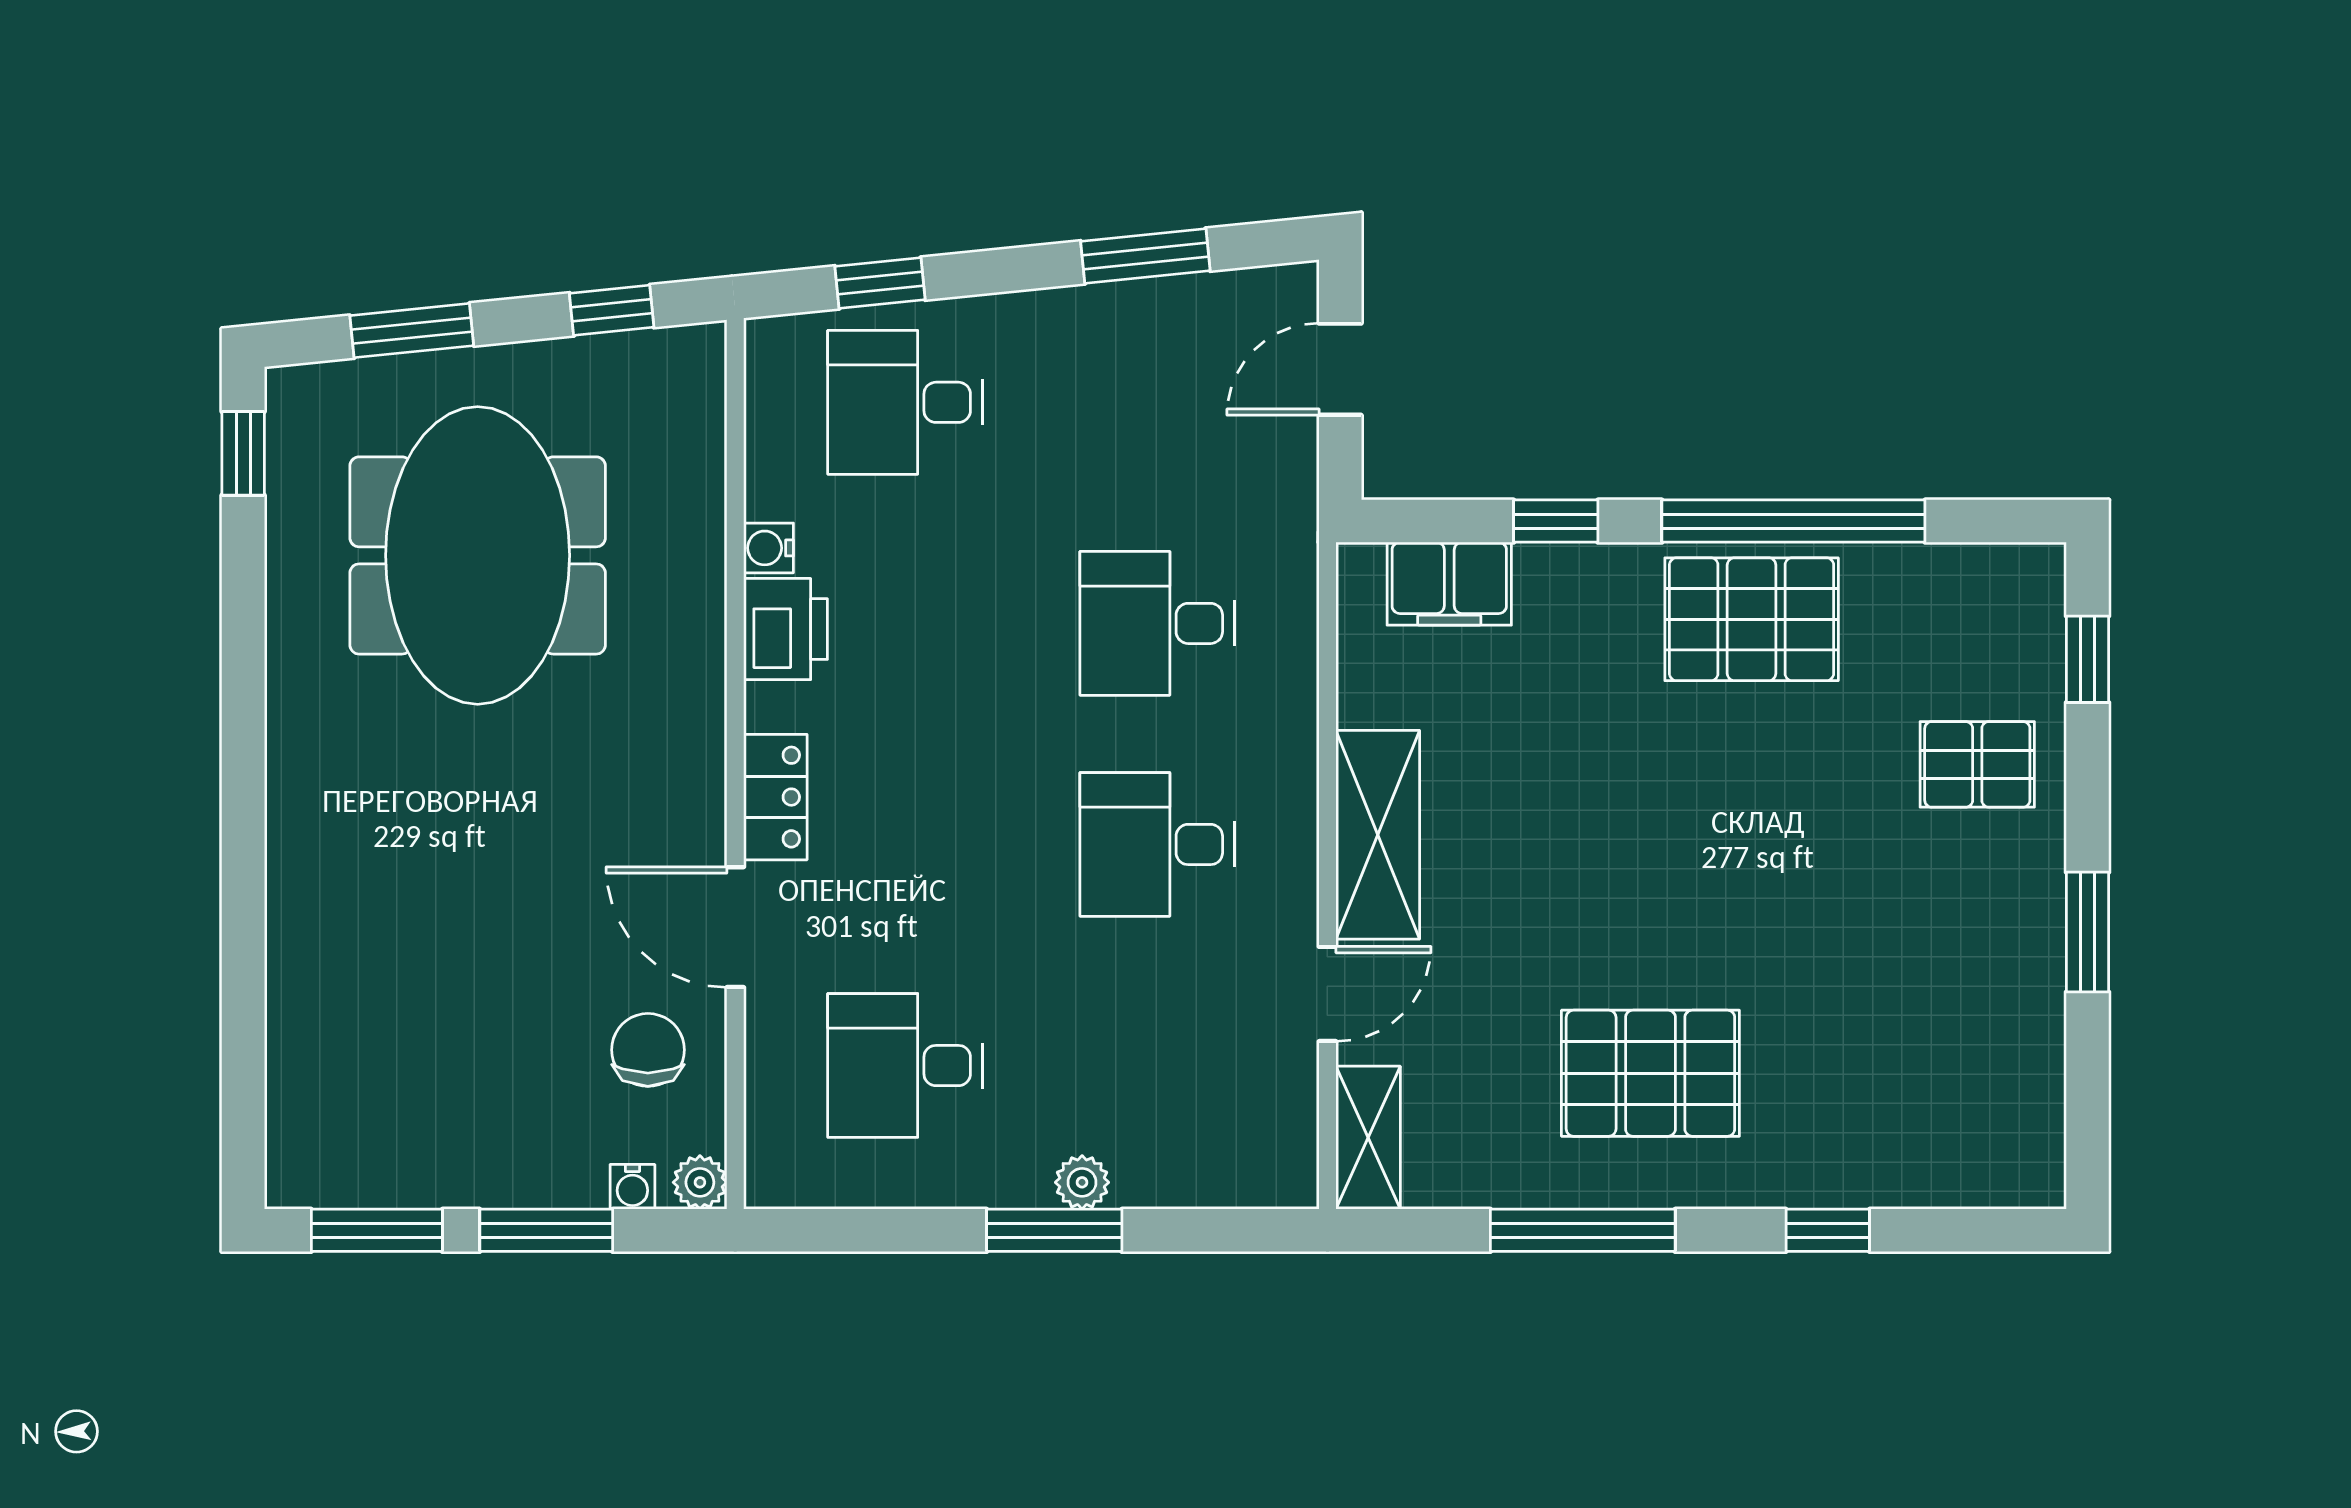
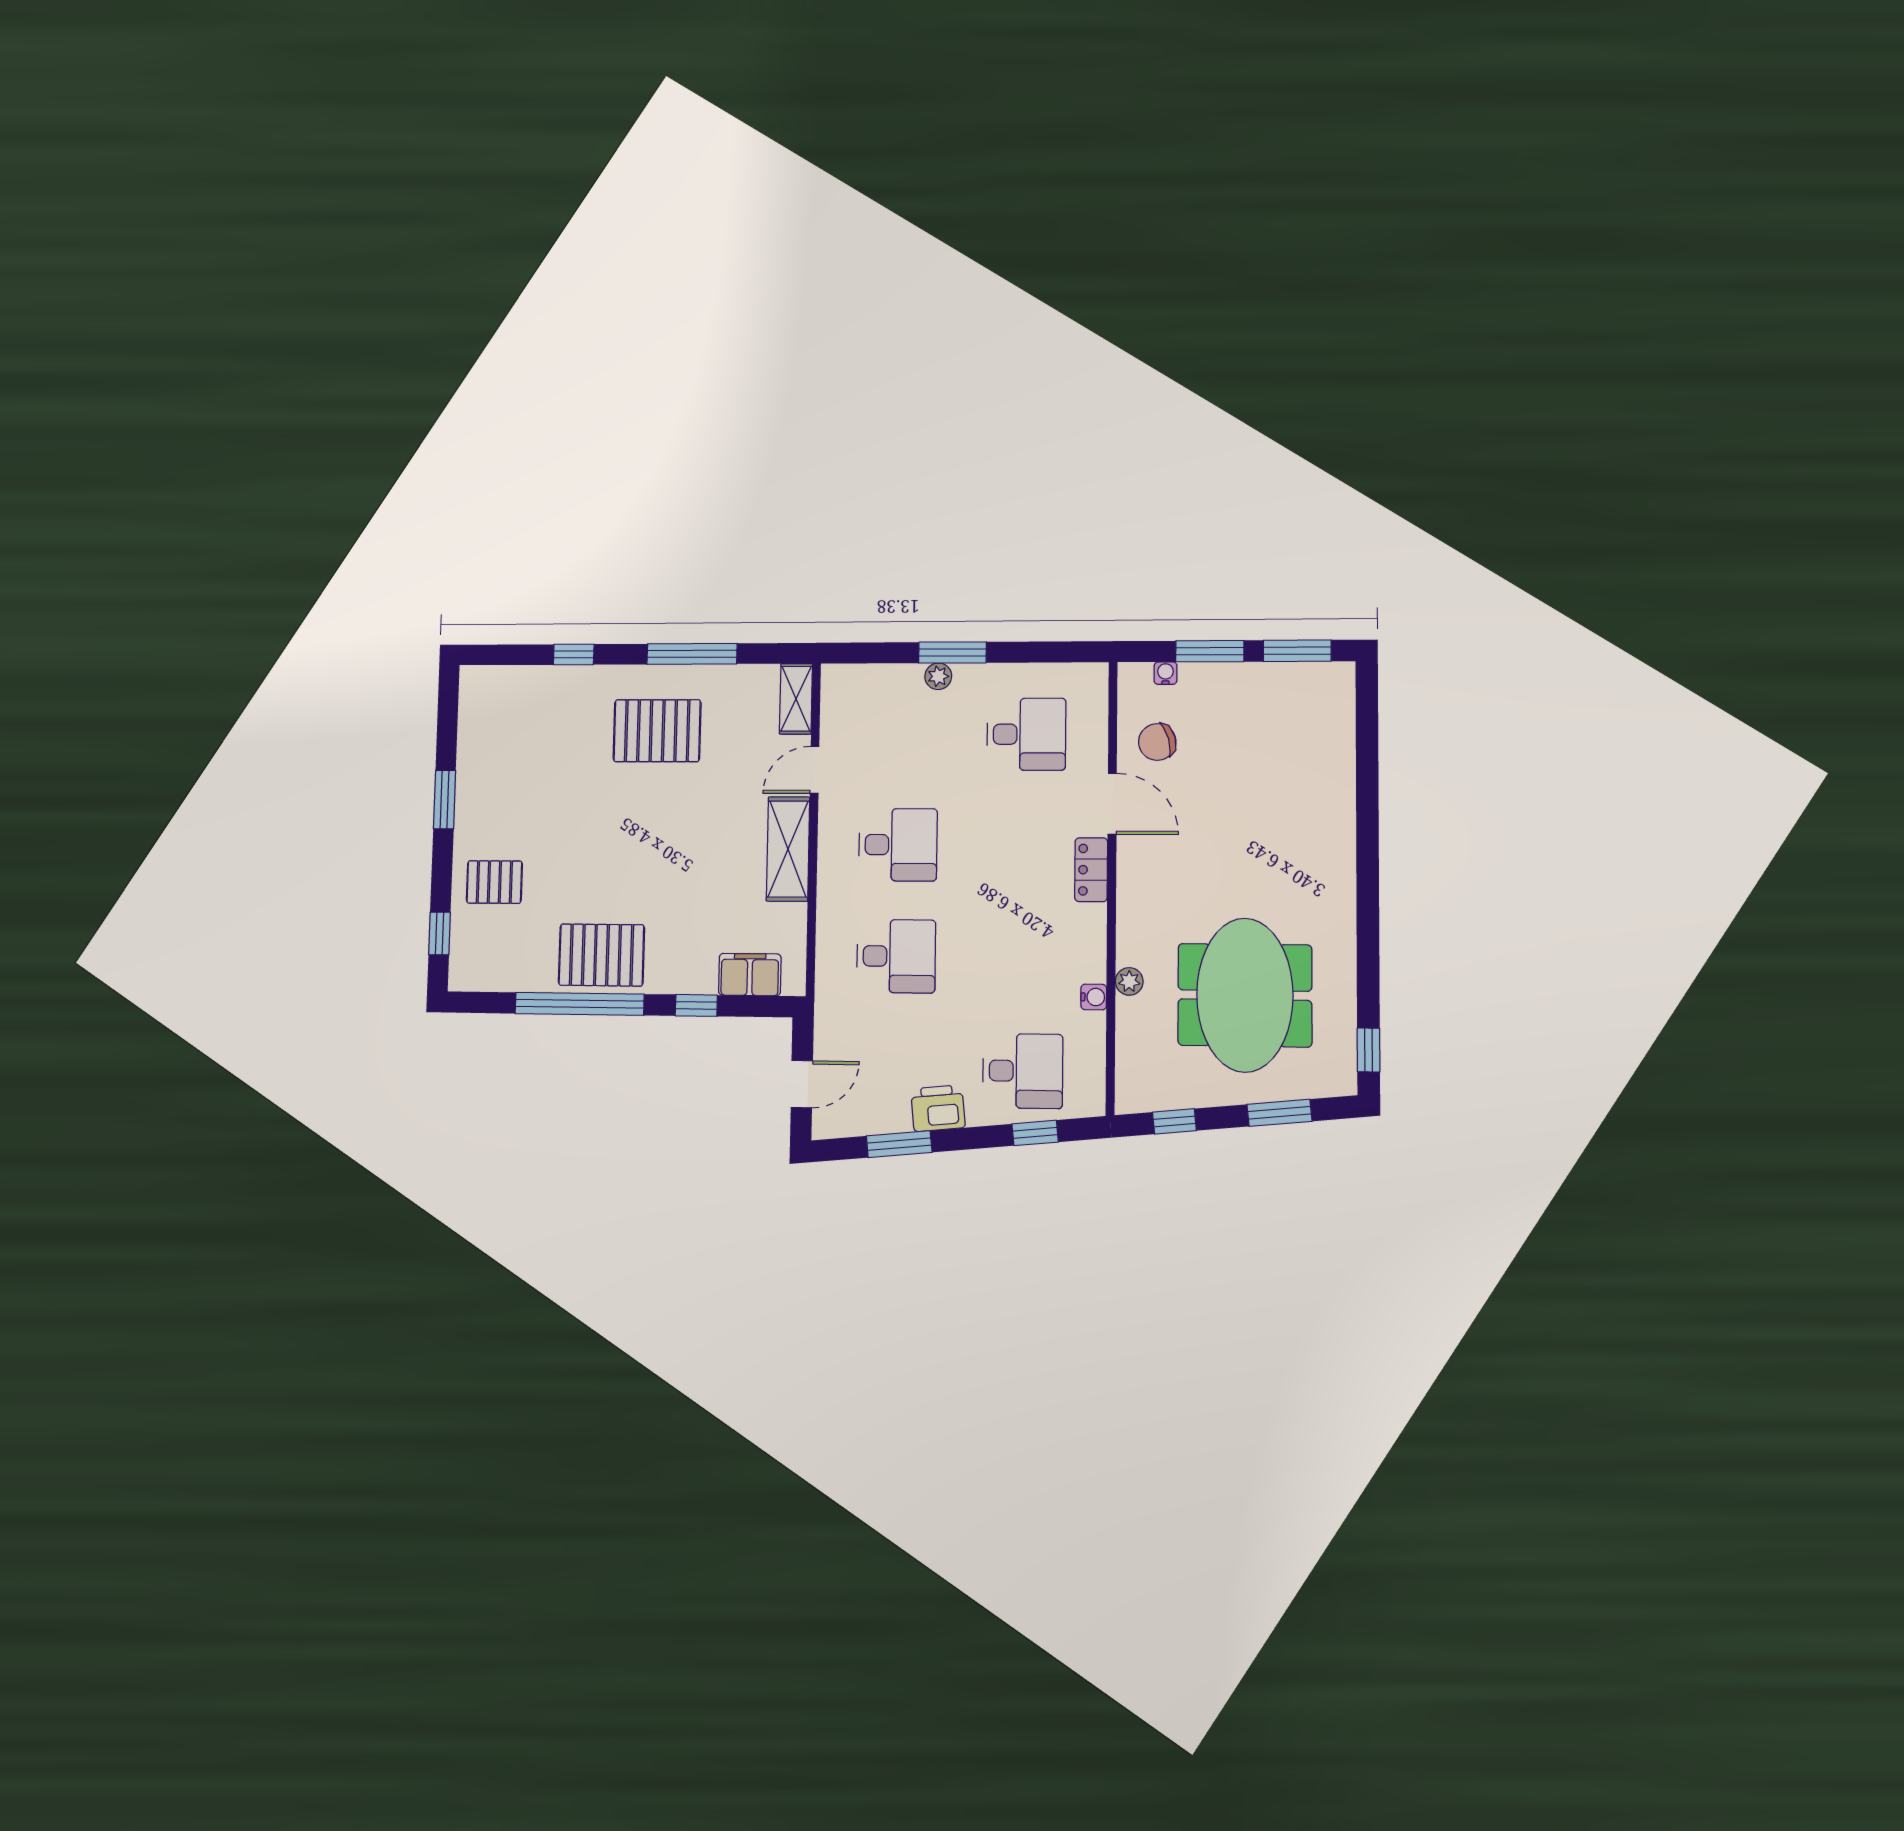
printer: (786, 629) -> (938, 1108), moved, turned 84
chair: (648, 1050) -> (1157, 742), turned 74
plant: (700, 1182) -> (1129, 981), moved

